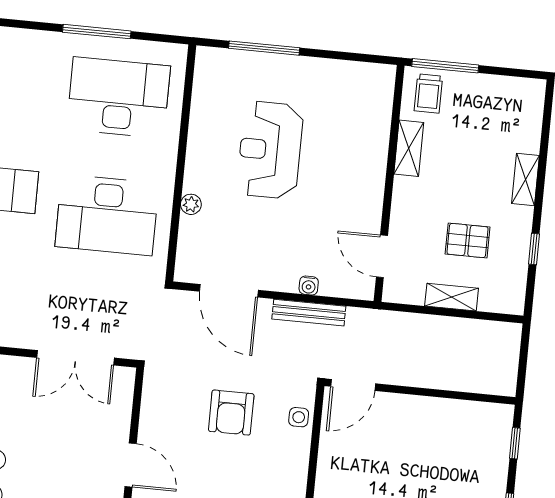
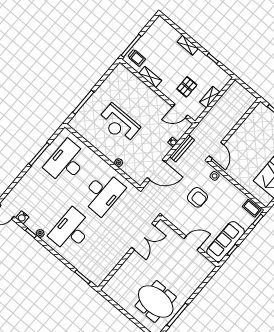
pallet: (468, 240) -> (187, 87), moved

